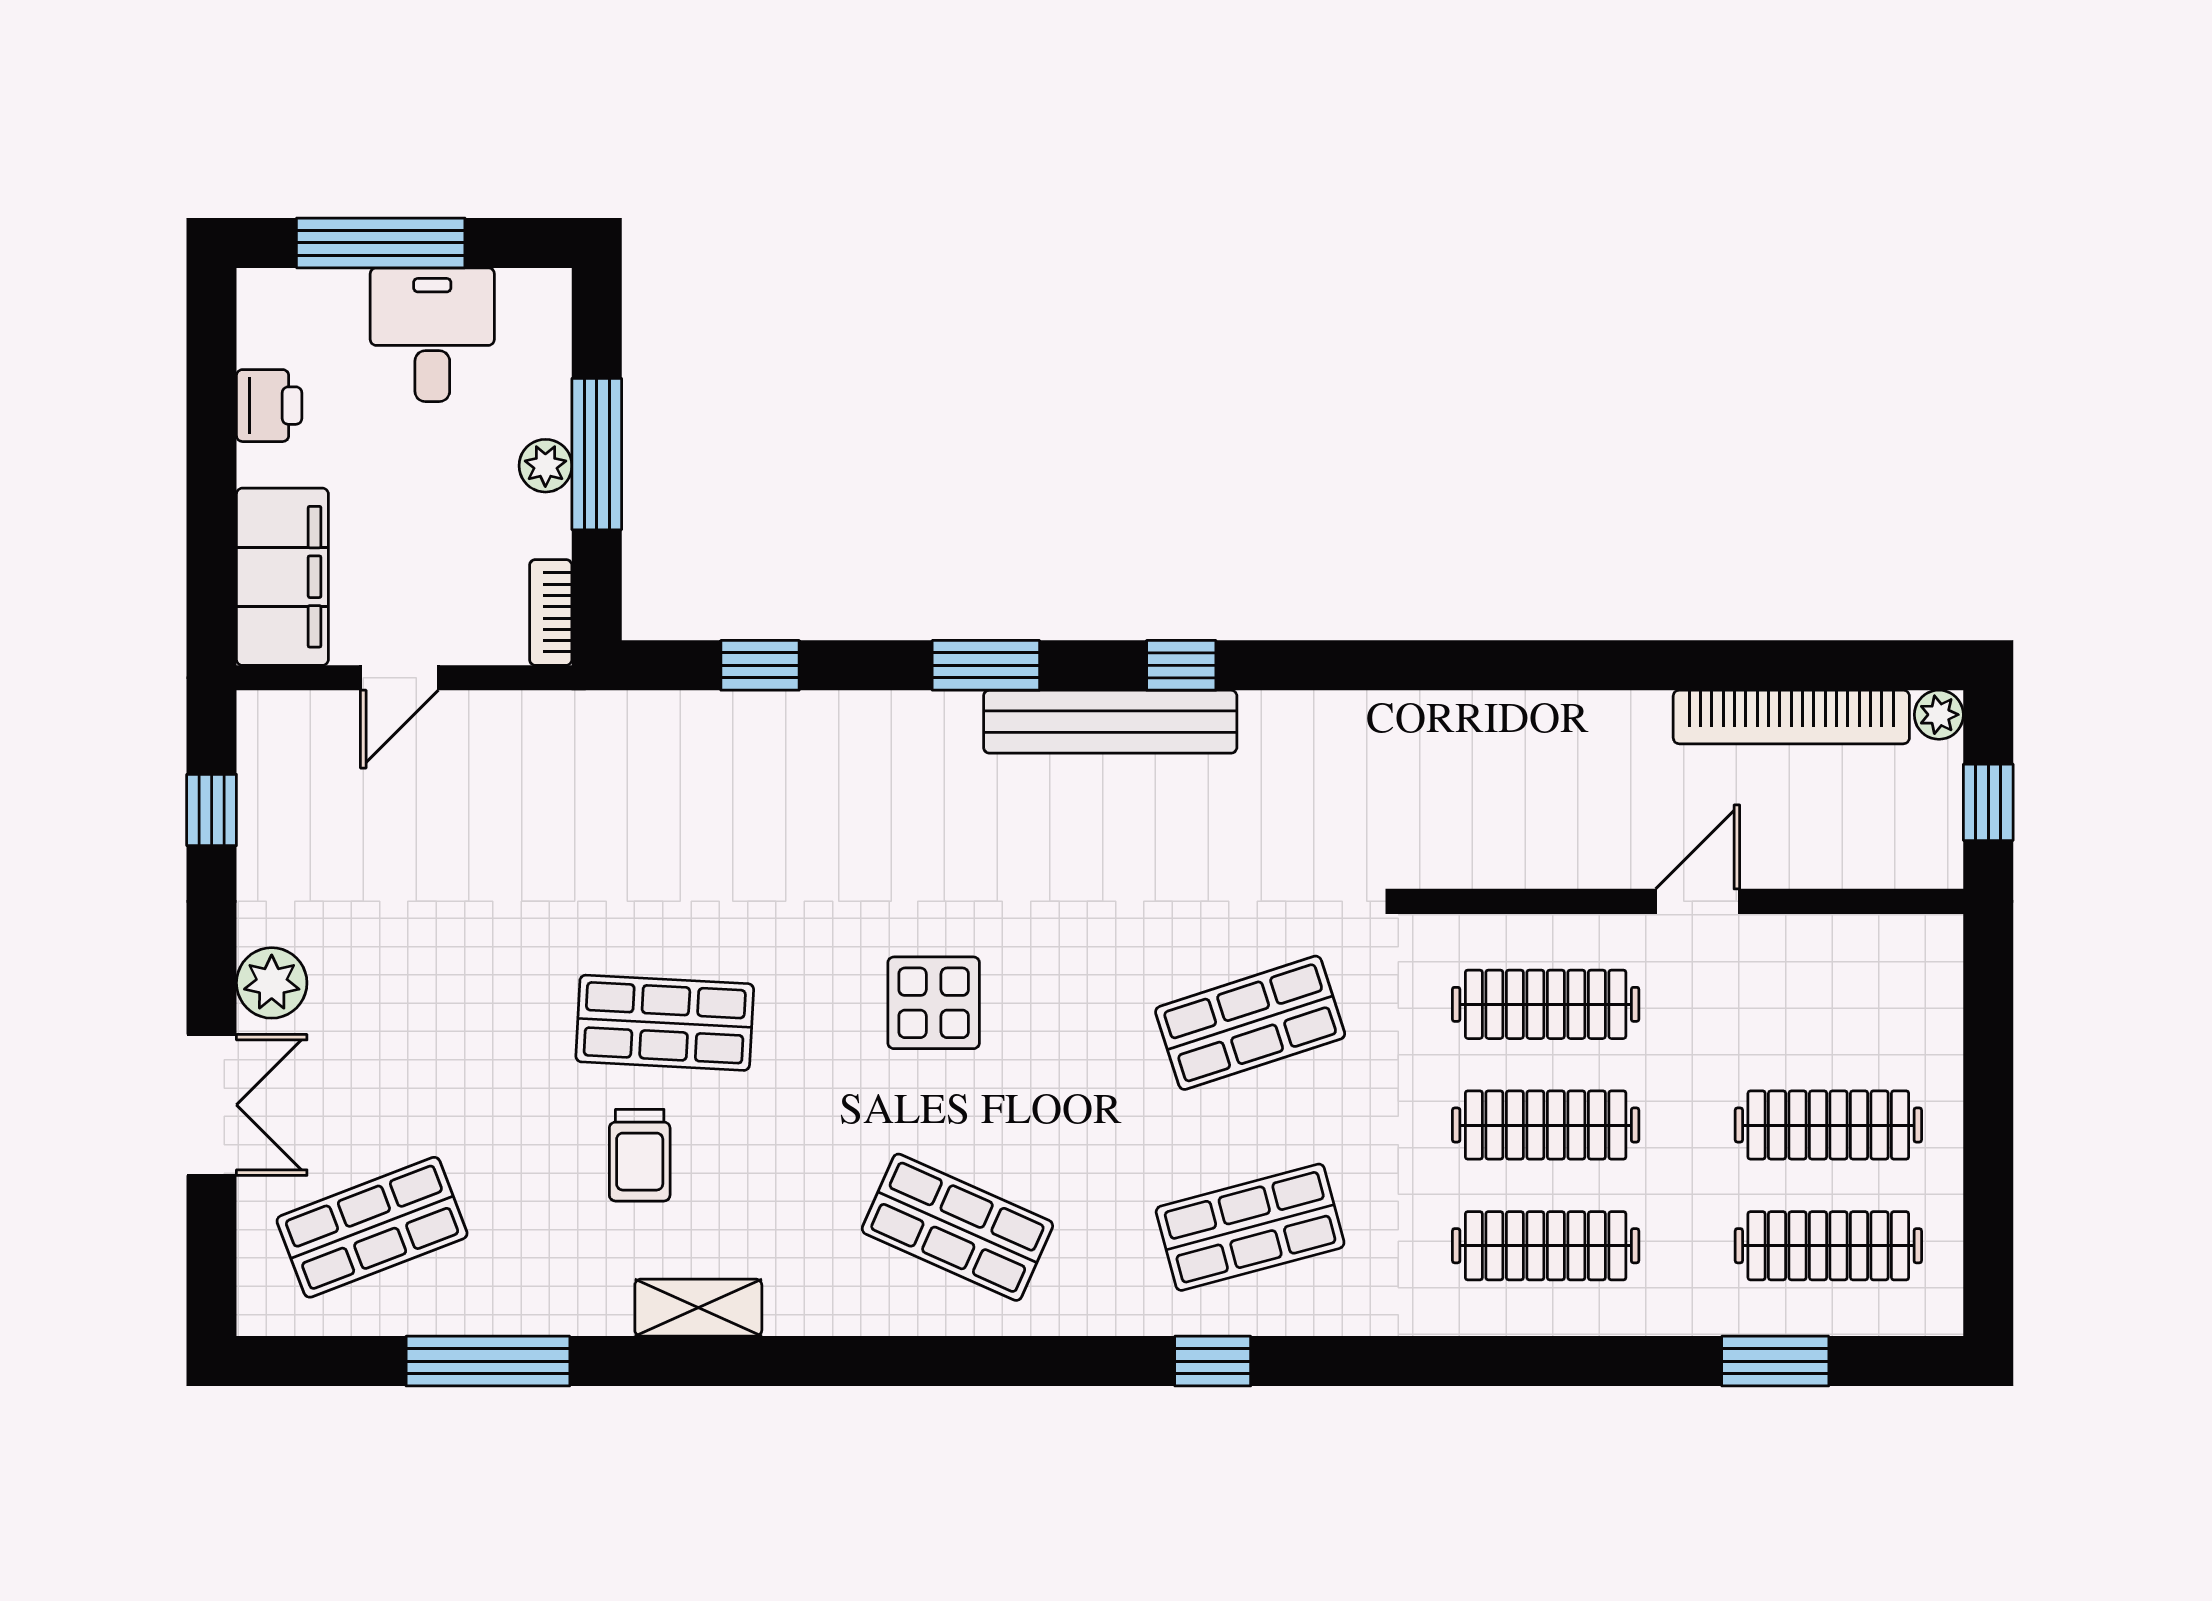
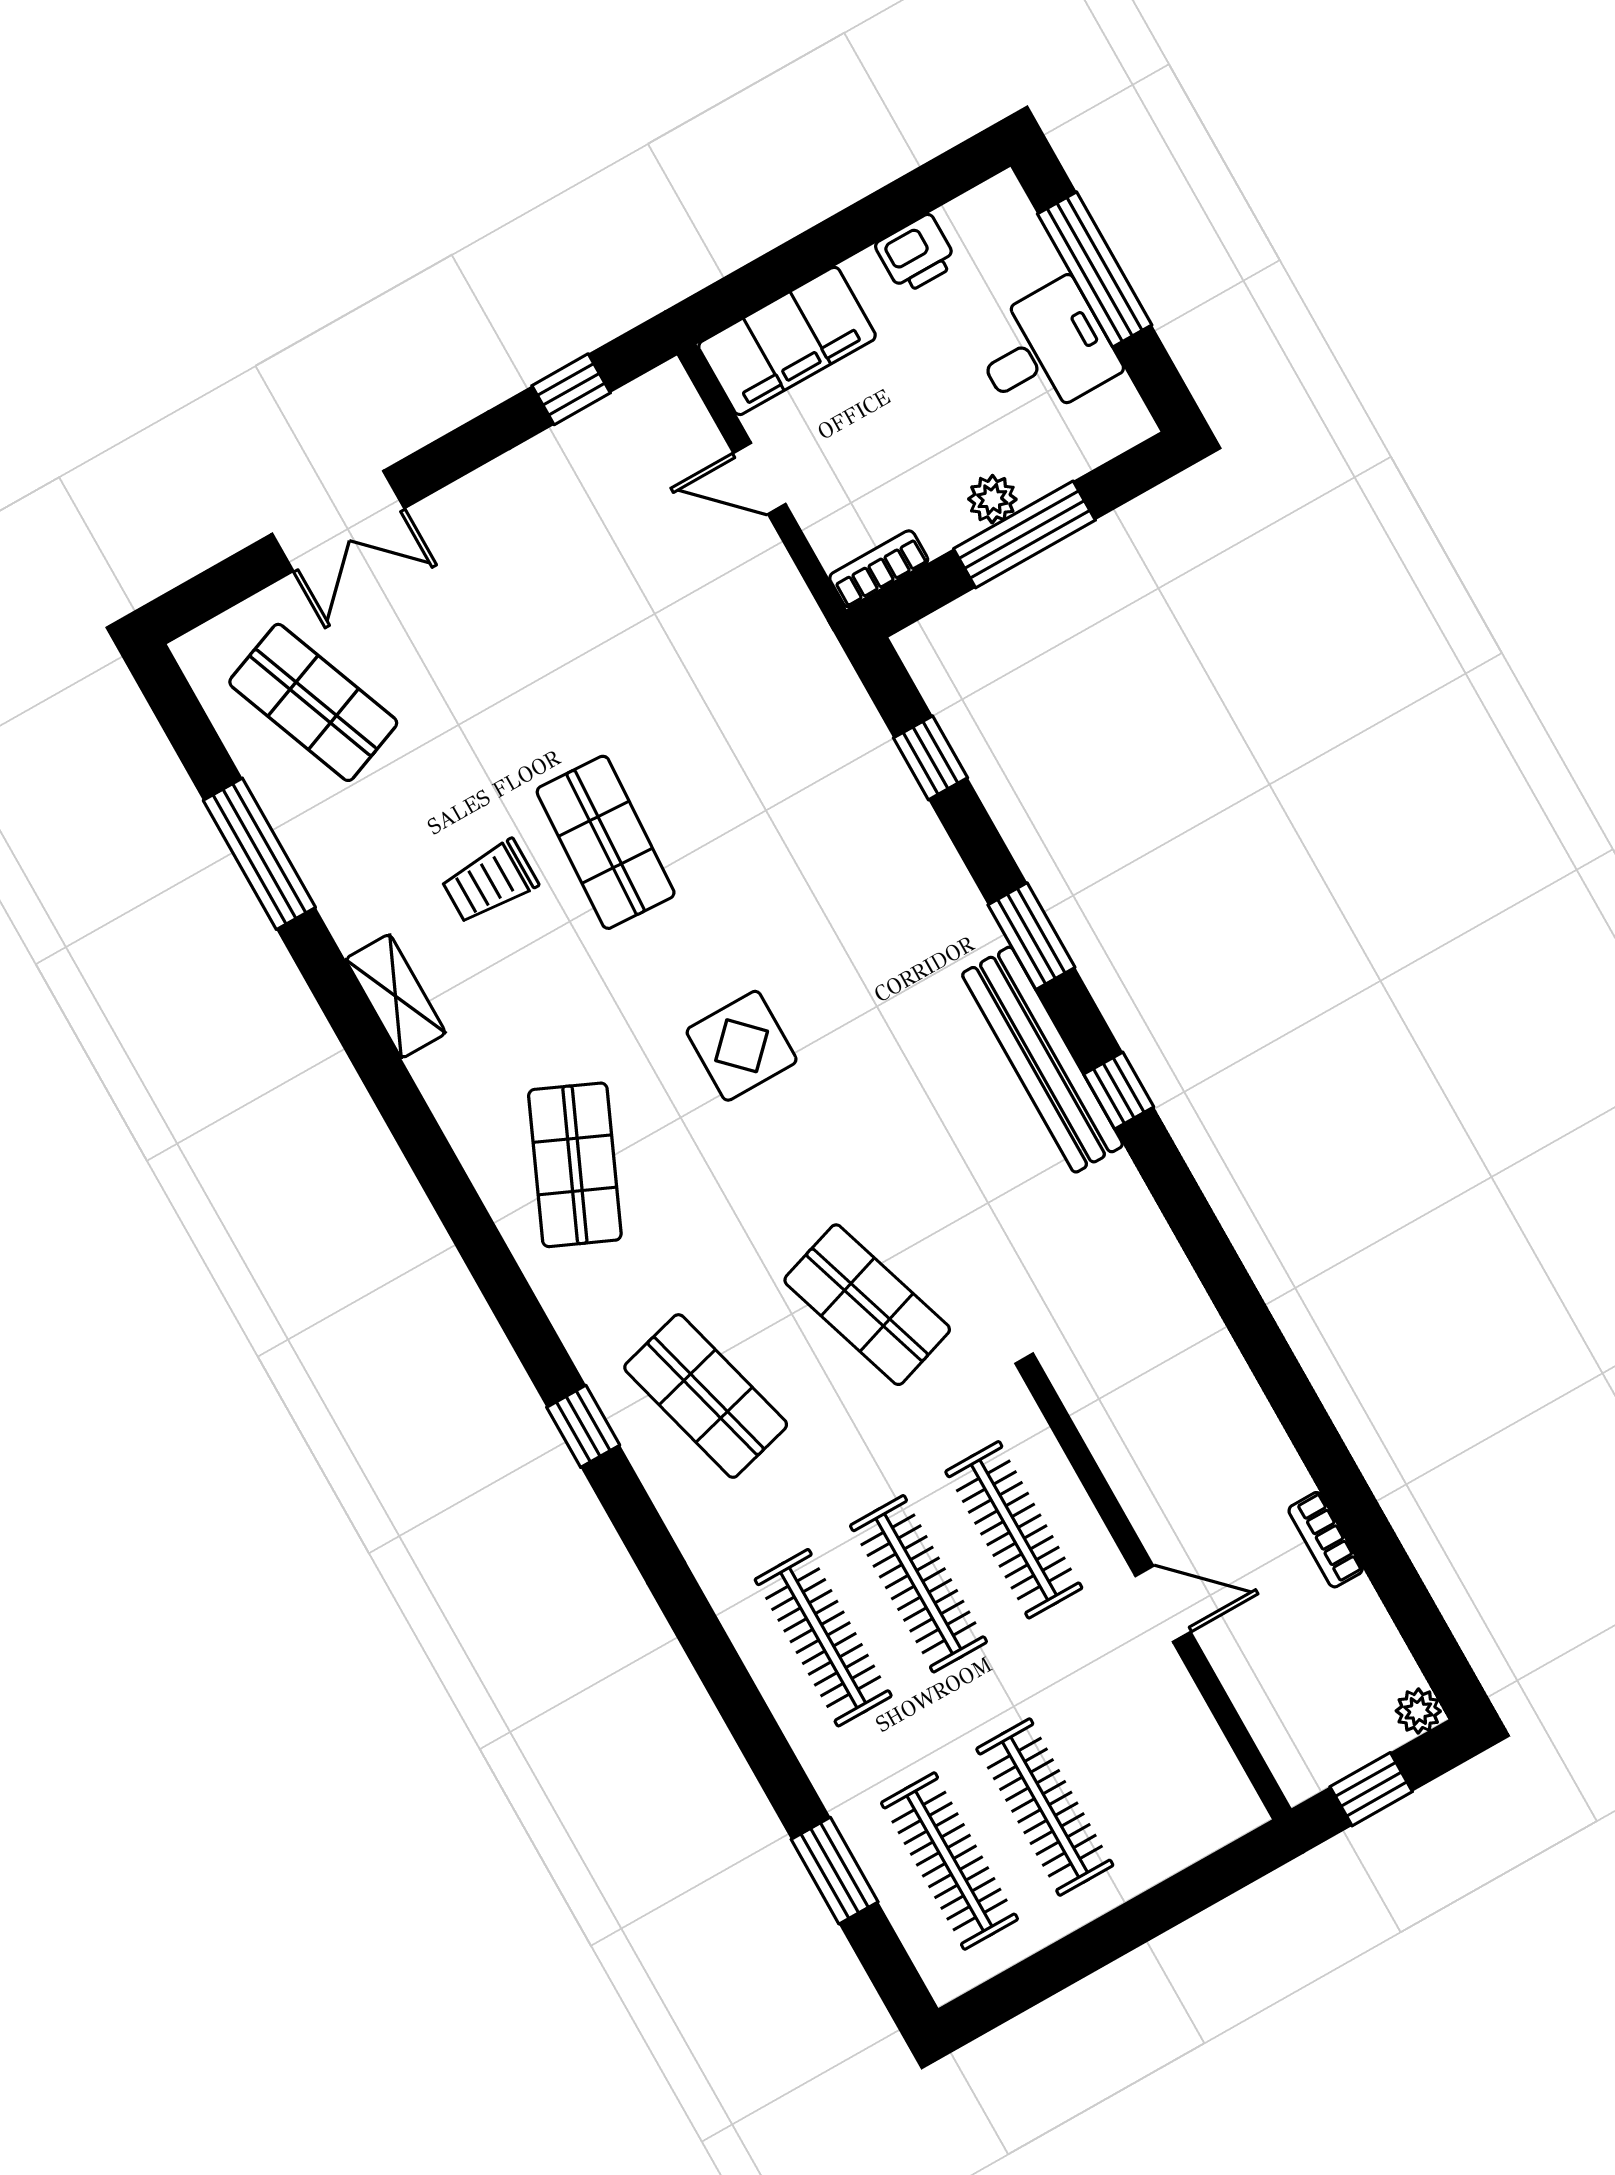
bookcase: (1791, 717) -> (1326, 1540), width x0.43, depth x0.76
plant: (272, 983) -> (461, 514), removed

